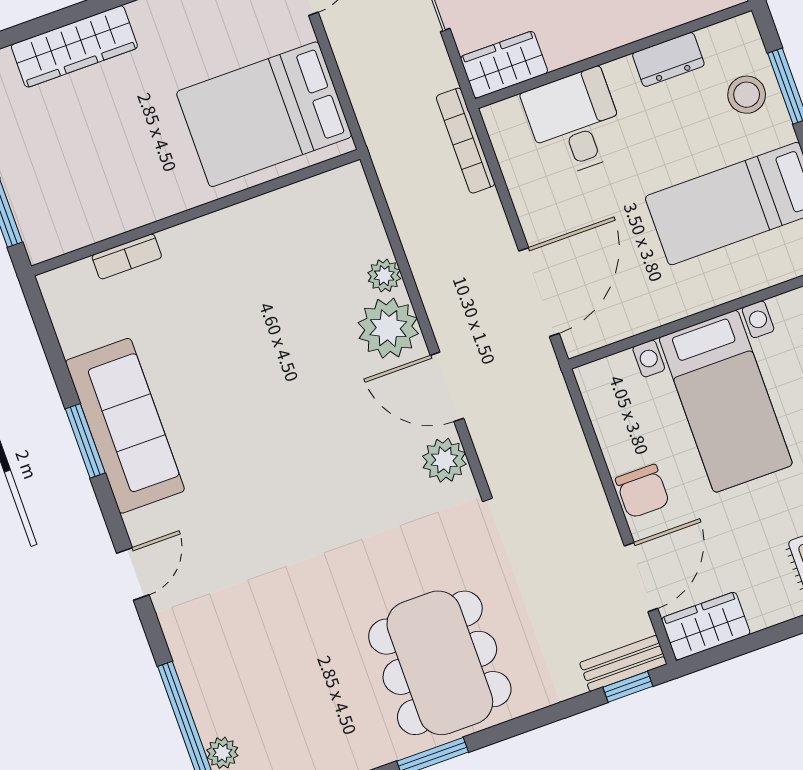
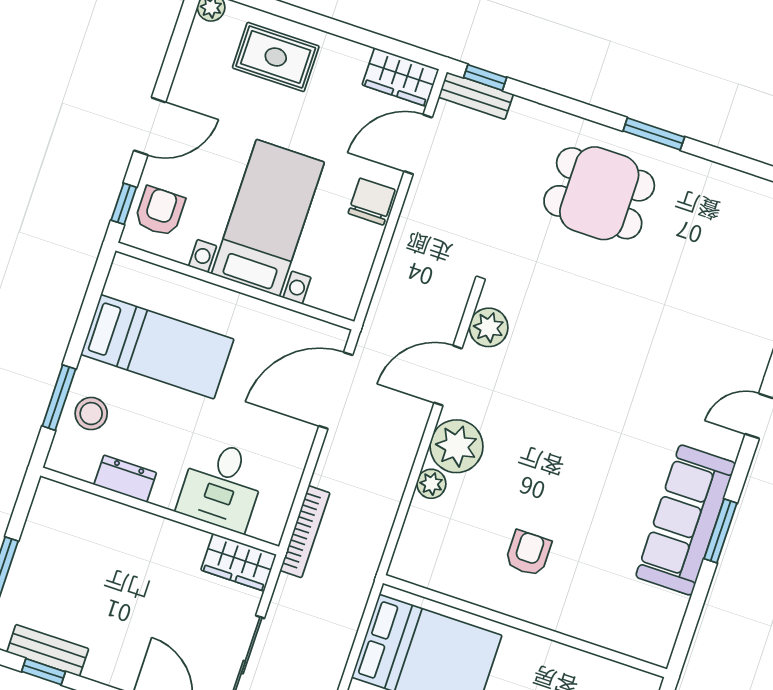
bookcase: (127, 256) -> (595, 633), removed
armchair: (245, 282) -> (528, 553), added
door: (447, 387) -> (448, 376), swing flipped
dining table: (440, 663) -> (599, 193), width x0.73

